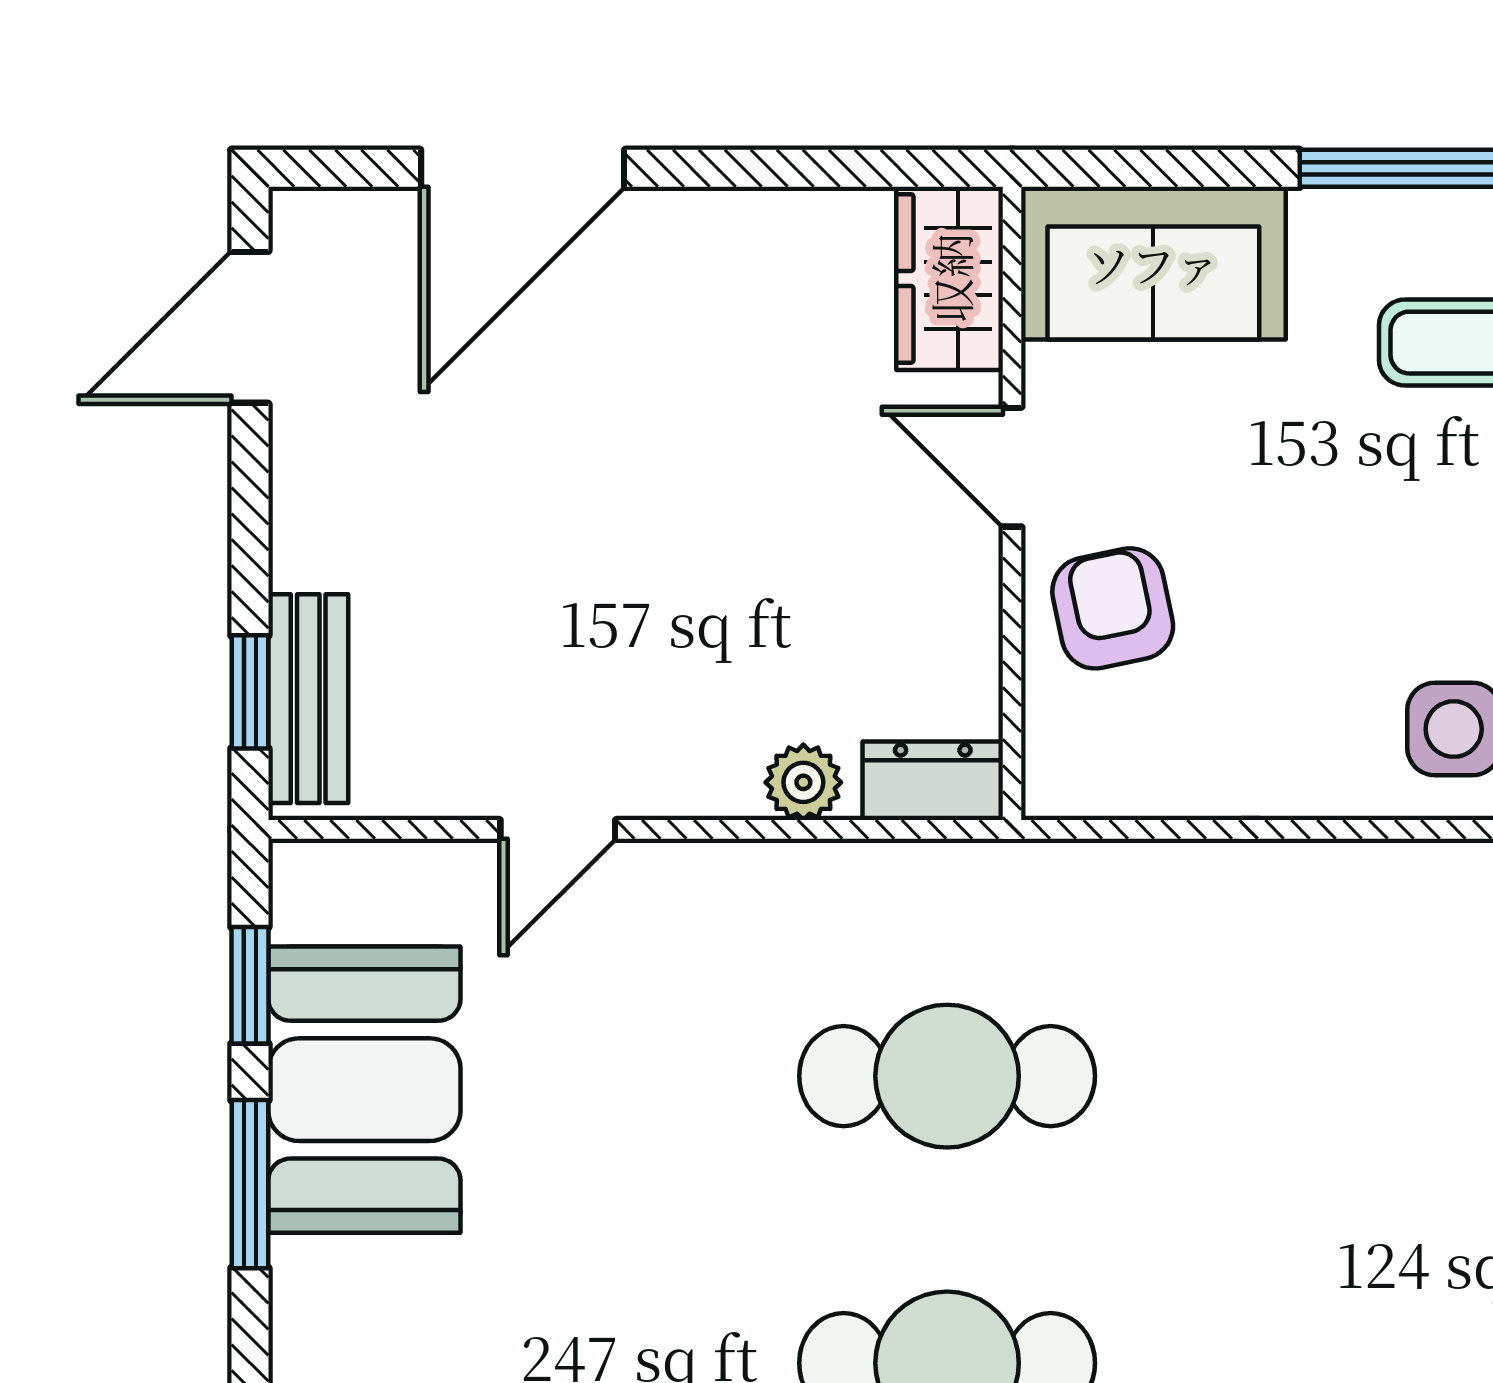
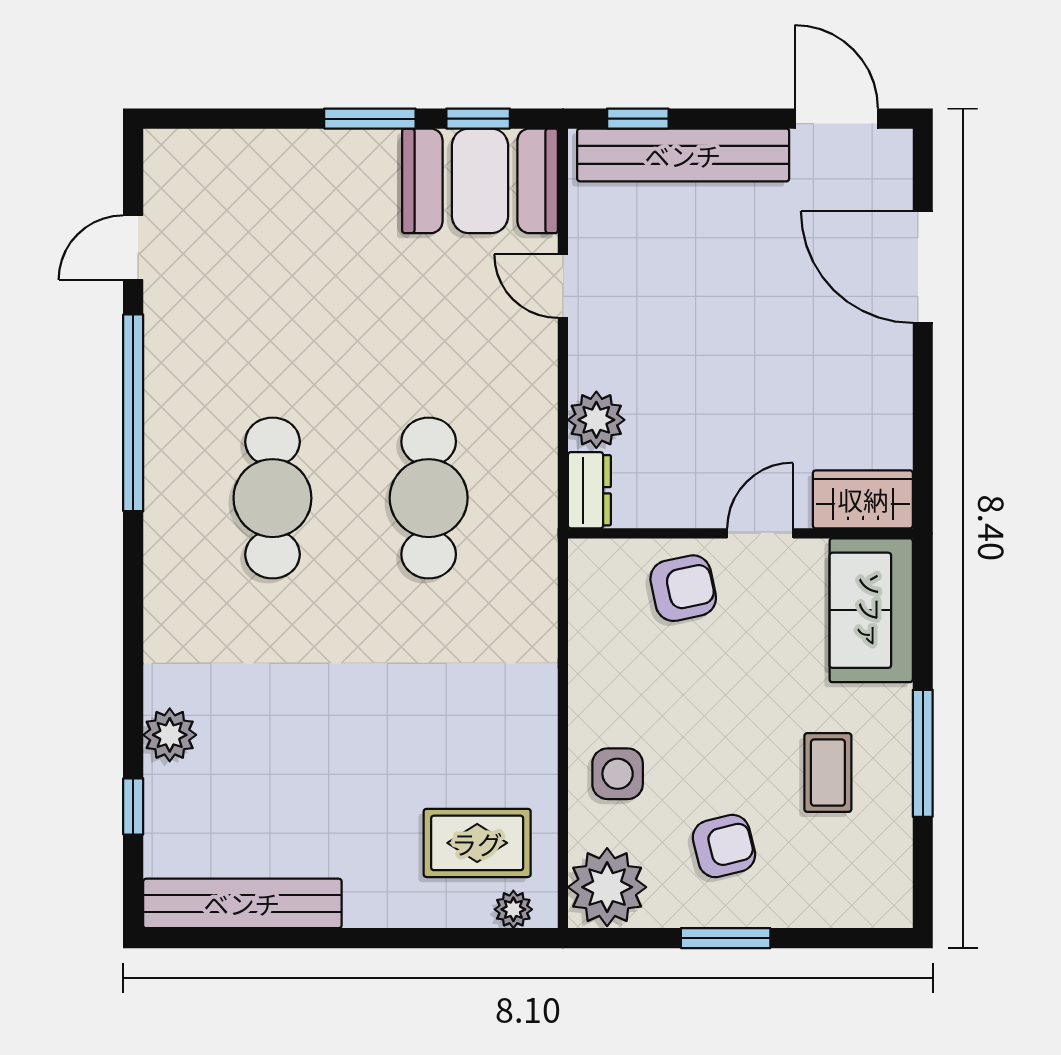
bench: (308, 699) -> (683, 155), width x1.86, depth x1.21
plant: (803, 782) -> (596, 420), width x1.38, depth x1.38
booth: (364, 1090) -> (480, 181), moved

